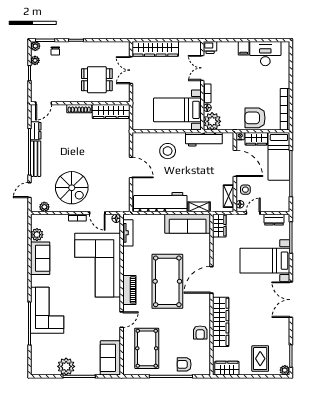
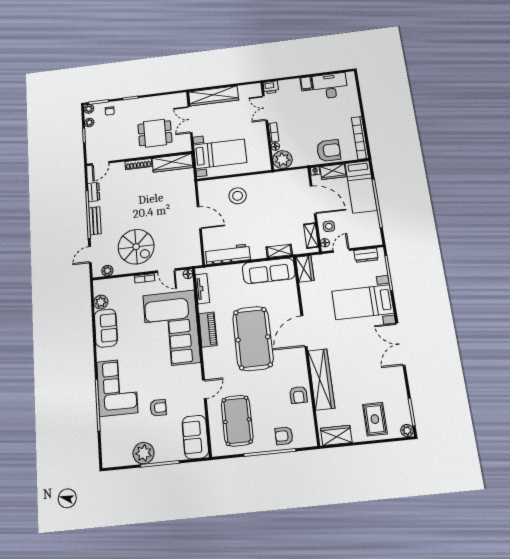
bed with nightstands: (177, 110) -> (220, 154), moved, turned 180
armchair: (255, 118) -> (329, 151), turned 180
workbench: (204, 139) -> (276, 179), removed
bench: (36, 159) -> (95, 221), width x0.73
workbench: (160, 202) -> (228, 254), width x0.73, depth x0.76
piano: (129, 290) -> (208, 330), moved
armchair: (81, 331) -> (158, 408), added

